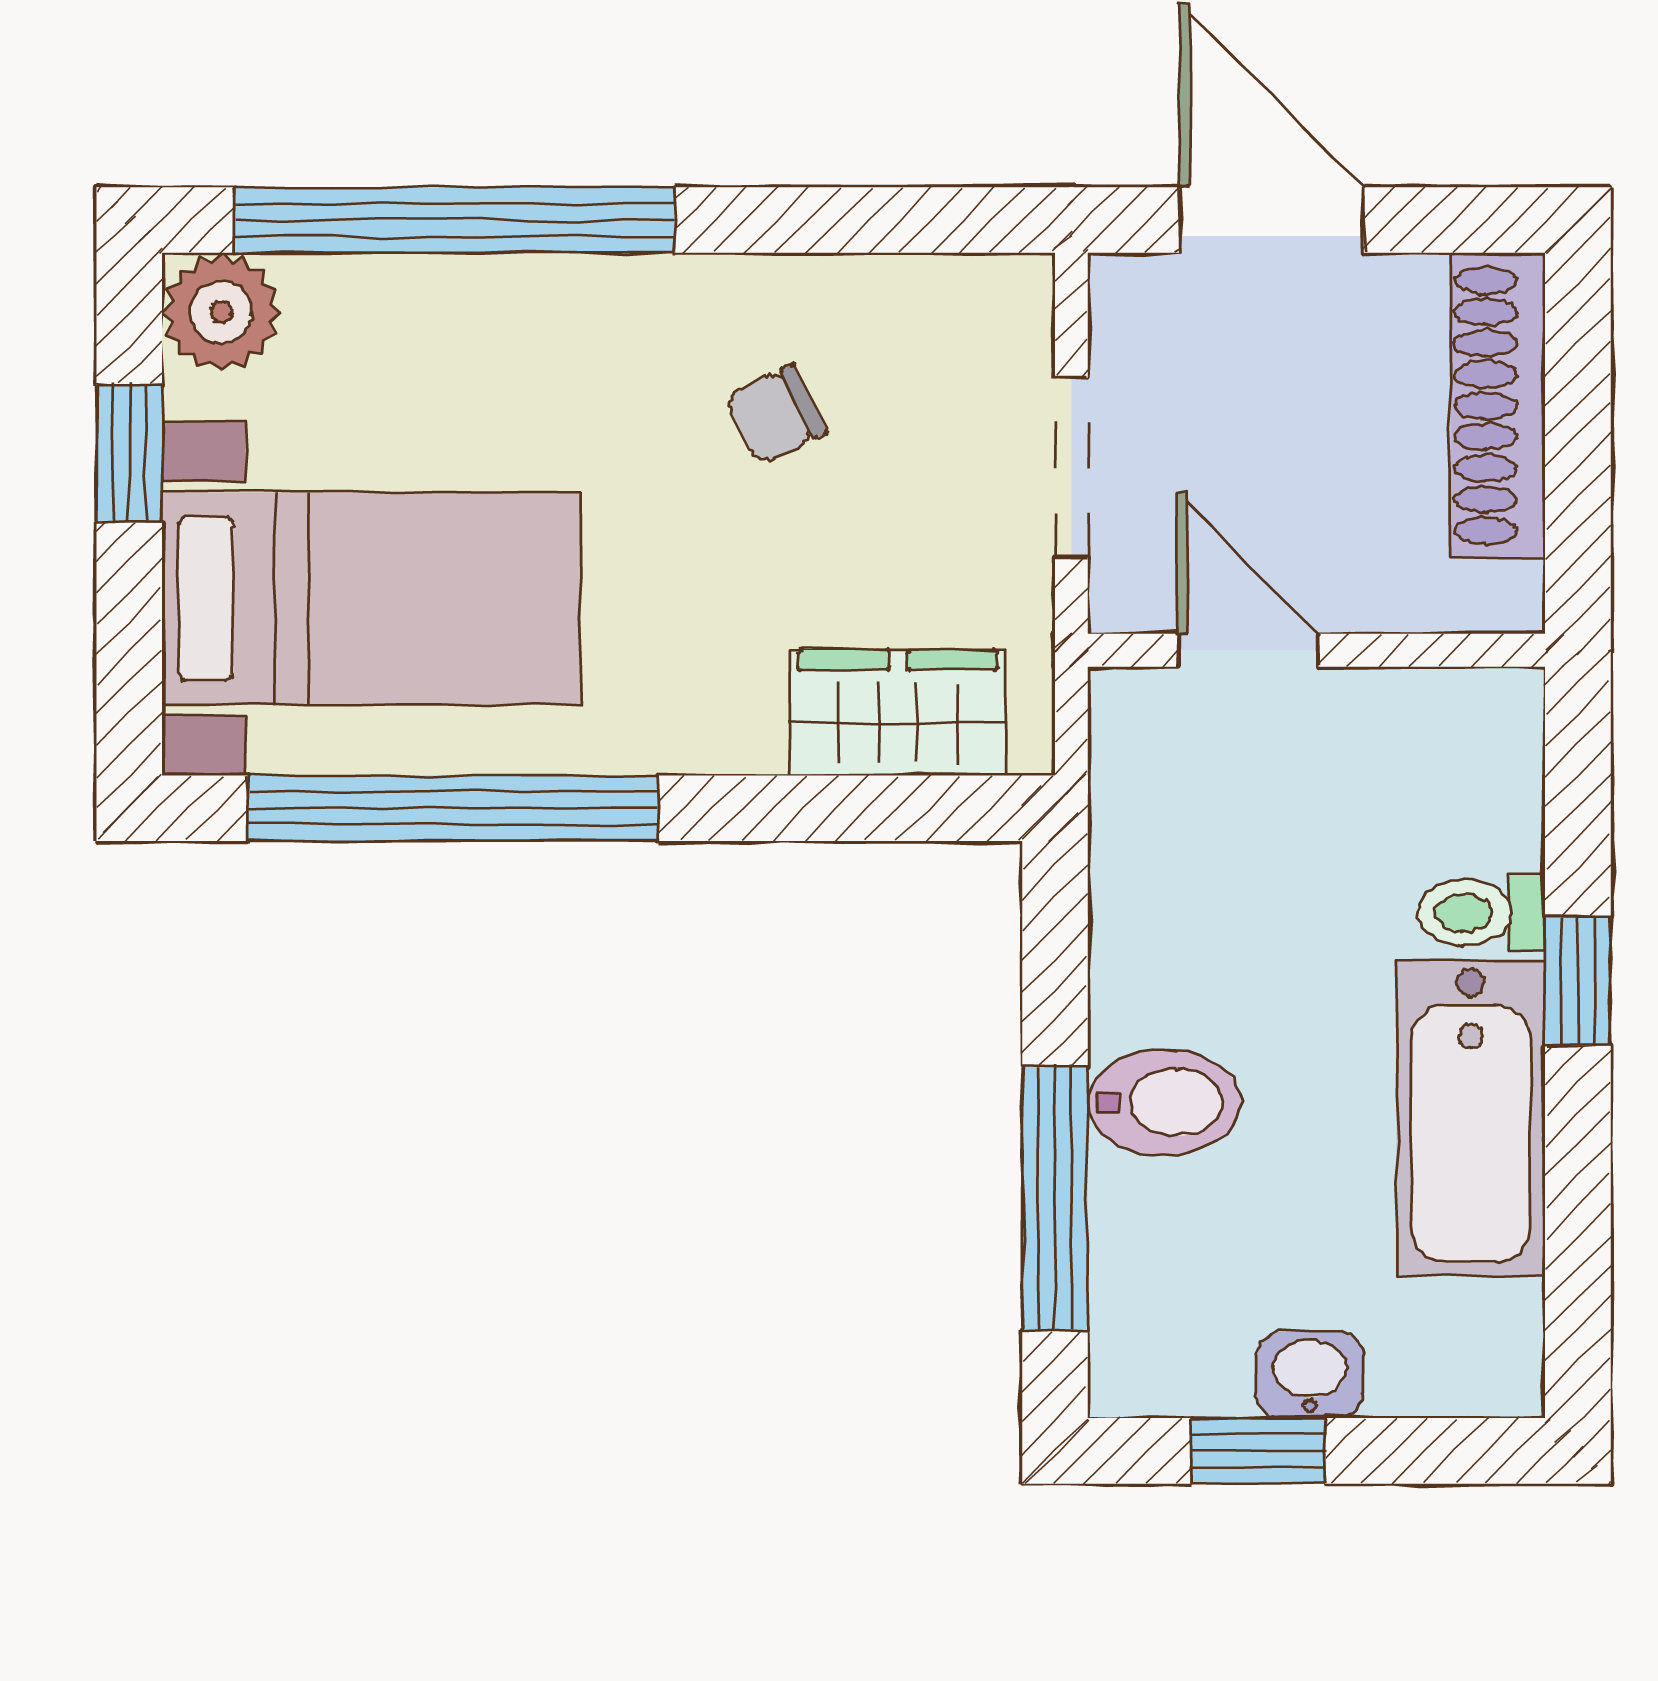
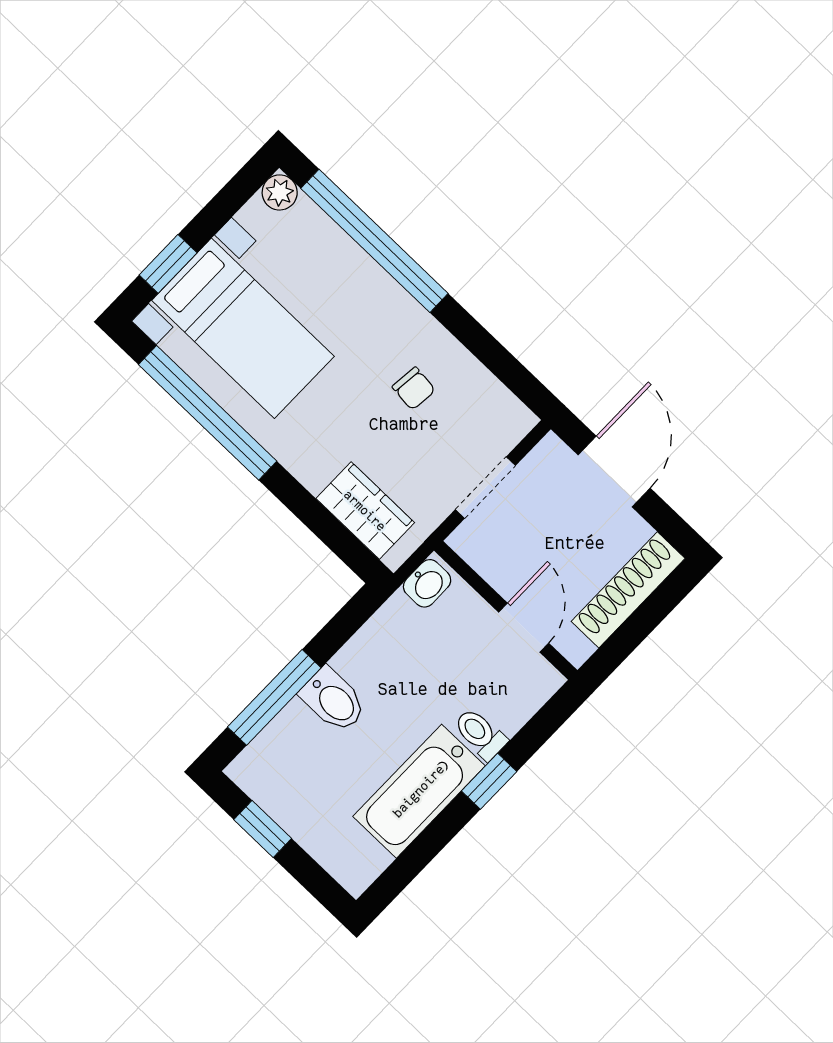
plant: (221, 312) -> (280, 192), width x0.73, depth x0.73
chair: (776, 414) -> (414, 388), turned -148
window: (129, 453) -> (168, 264), moved
door: (1248, 650) -> (524, 628), moved
washbasin: (1310, 1375) -> (427, 583), moved, turned 90

